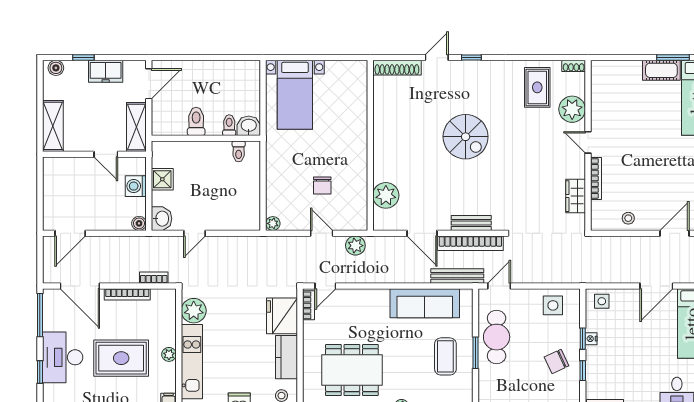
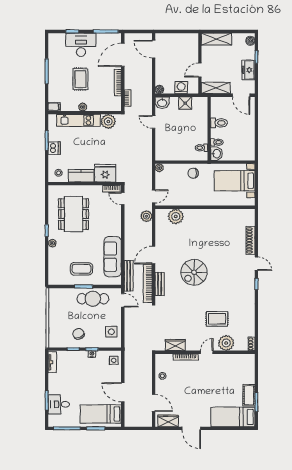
rug: (537, 87) -> (217, 319), moved
spiral stairs: (466, 137) -> (194, 272), moved
wall: (370, 145) -> (205, 207), moved
chair: (322, 185) -> (193, 173), moved
plant: (386, 195) -> (176, 216), moved
rug: (121, 358) -> (80, 79), width x0.73, depth x0.70

